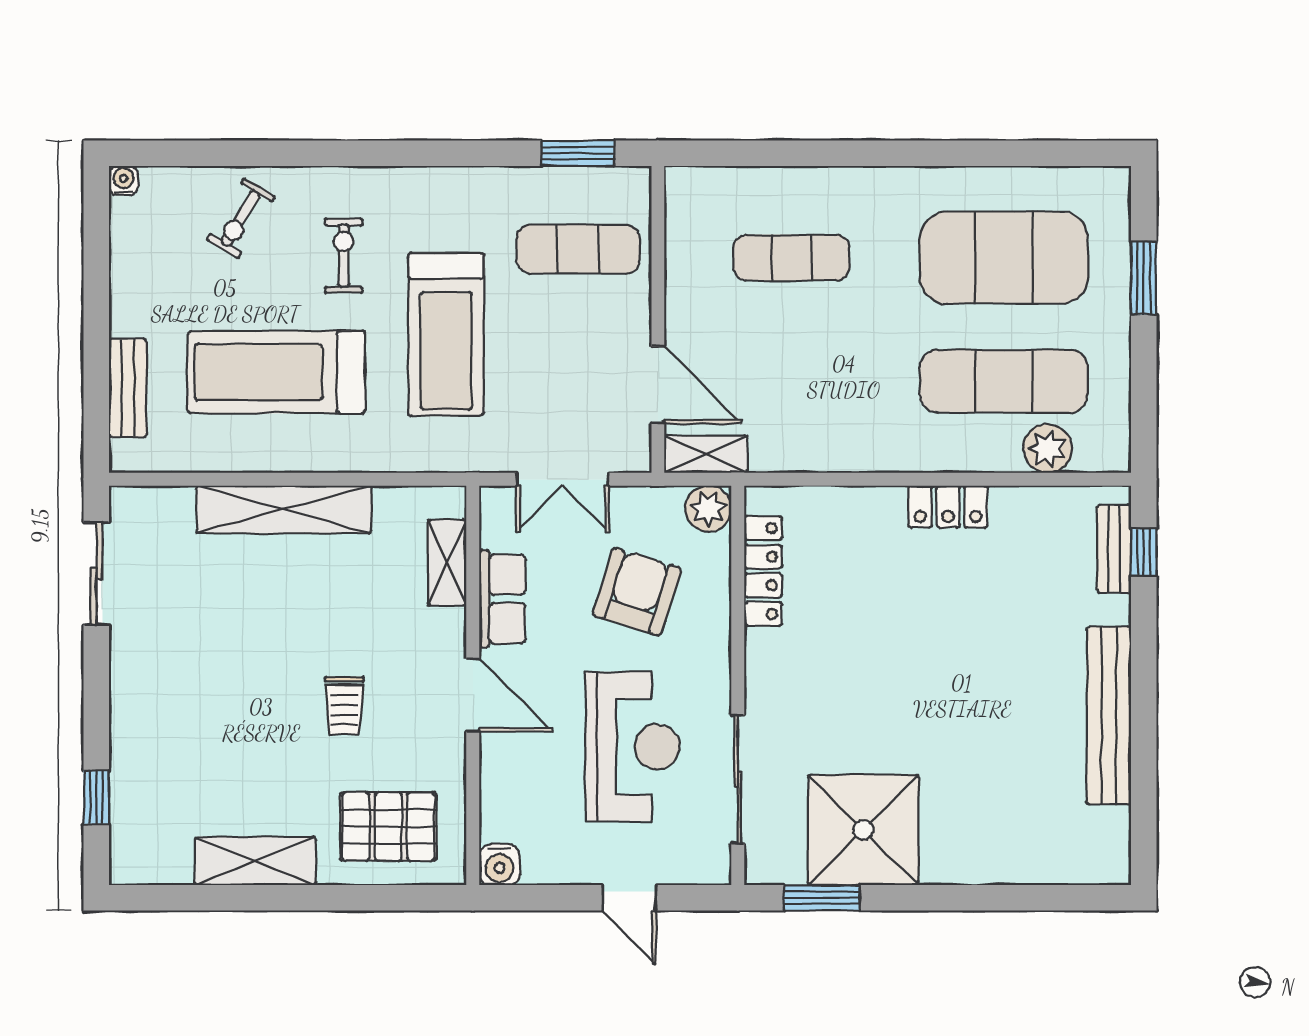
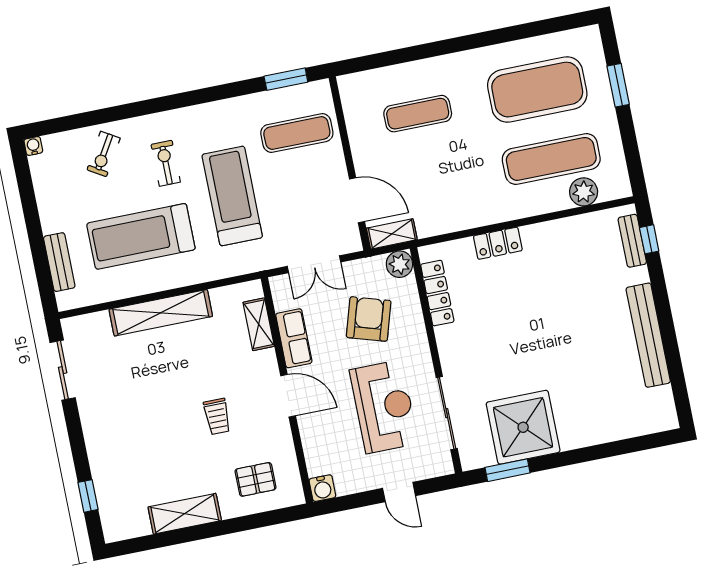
treadmill: (446, 334) -> (232, 196), turned 180
locker: (948, 507) -> (498, 243), moved
pallet: (388, 827) -> (256, 479), width x0.67, depth x0.71

